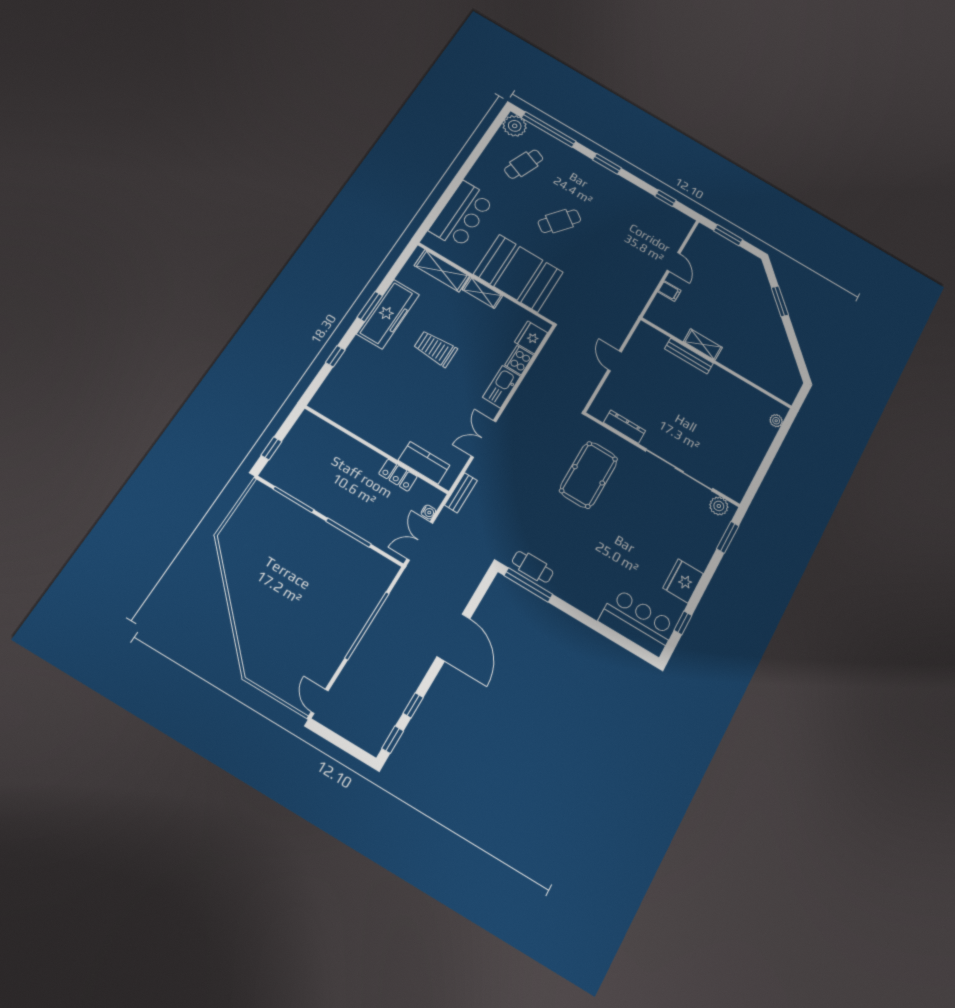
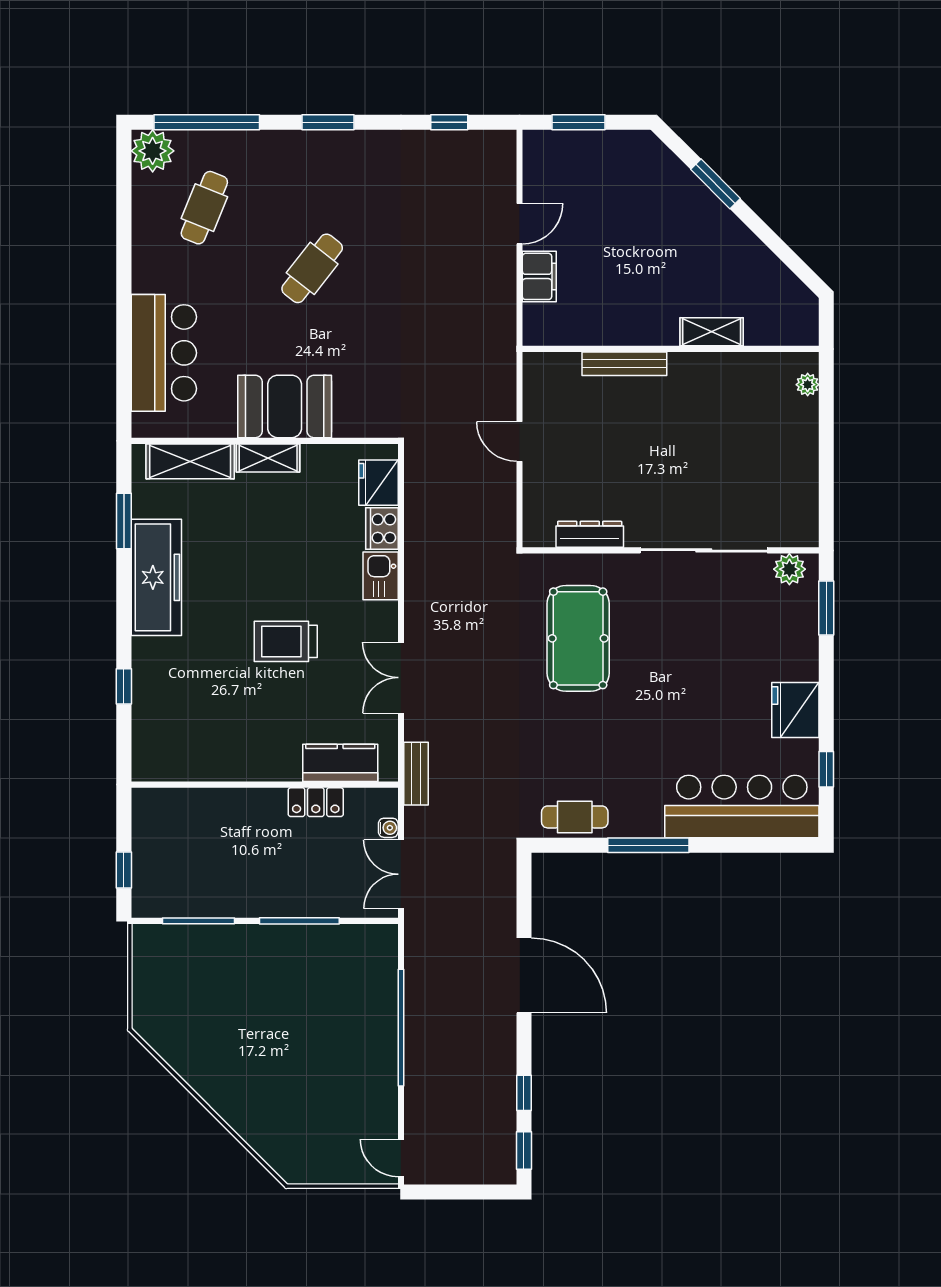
door: (674, 262) -> (520, 224), hinge flipped
booth: (518, 273) -> (285, 406), width x0.73, depth x0.70
filing cabinet: (669, 291) -> (539, 276), width x2.00
window: (370, 306) -> (124, 521), moved
shelving: (703, 345) -> (712, 332), moved
trolley: (435, 349) -> (286, 641), moved
kitchen sink: (502, 387) -> (381, 576), width x0.73
window: (528, 585) -> (648, 845), moved
bar counter: (638, 622) -> (742, 807), width x1.36

